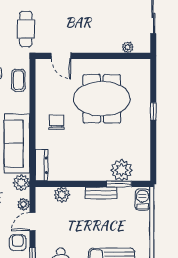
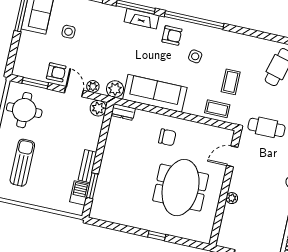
plant: (128, 47) -> (232, 198), moved
dresser: (42, 165) -> (123, 112), width x0.70
plant: (122, 170) -> (105, 191), removed
plant: (62, 195) -> (98, 108), moved
barbecue: (143, 200) -> (80, 193), moved, turned -90

